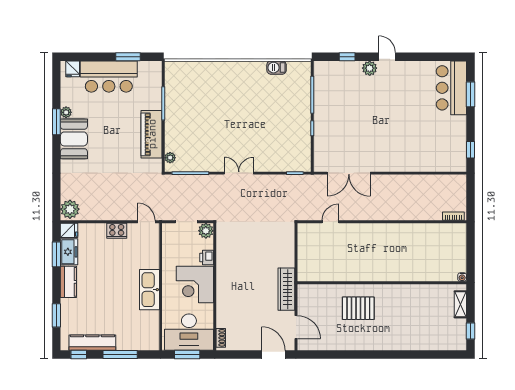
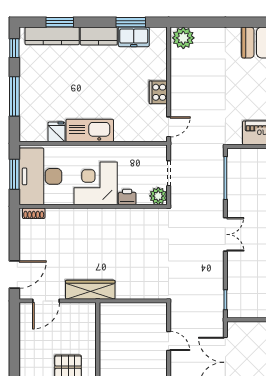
plant: (170, 158) -> (243, 155), removed
fridge: (69, 230) -> (56, 132), moved, turned 180
kitchen counter: (92, 343) -> (52, 36), moved, turned 90

